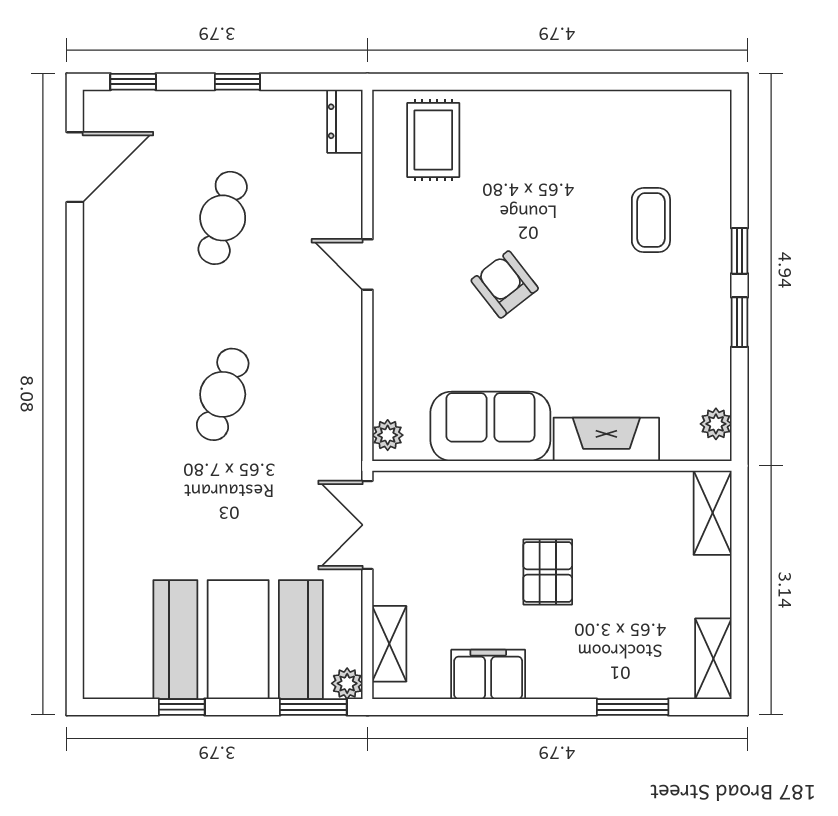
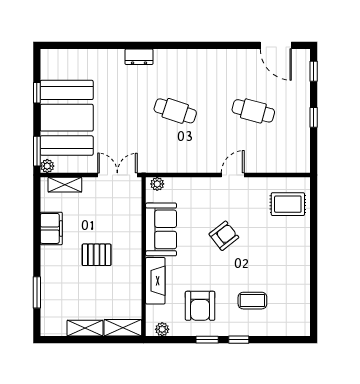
dresser: (345, 121) -> (139, 57), moved, turned 180
armchair: (663, 338) -> (200, 306), added
shelving: (713, 659) -> (85, 328), moved

